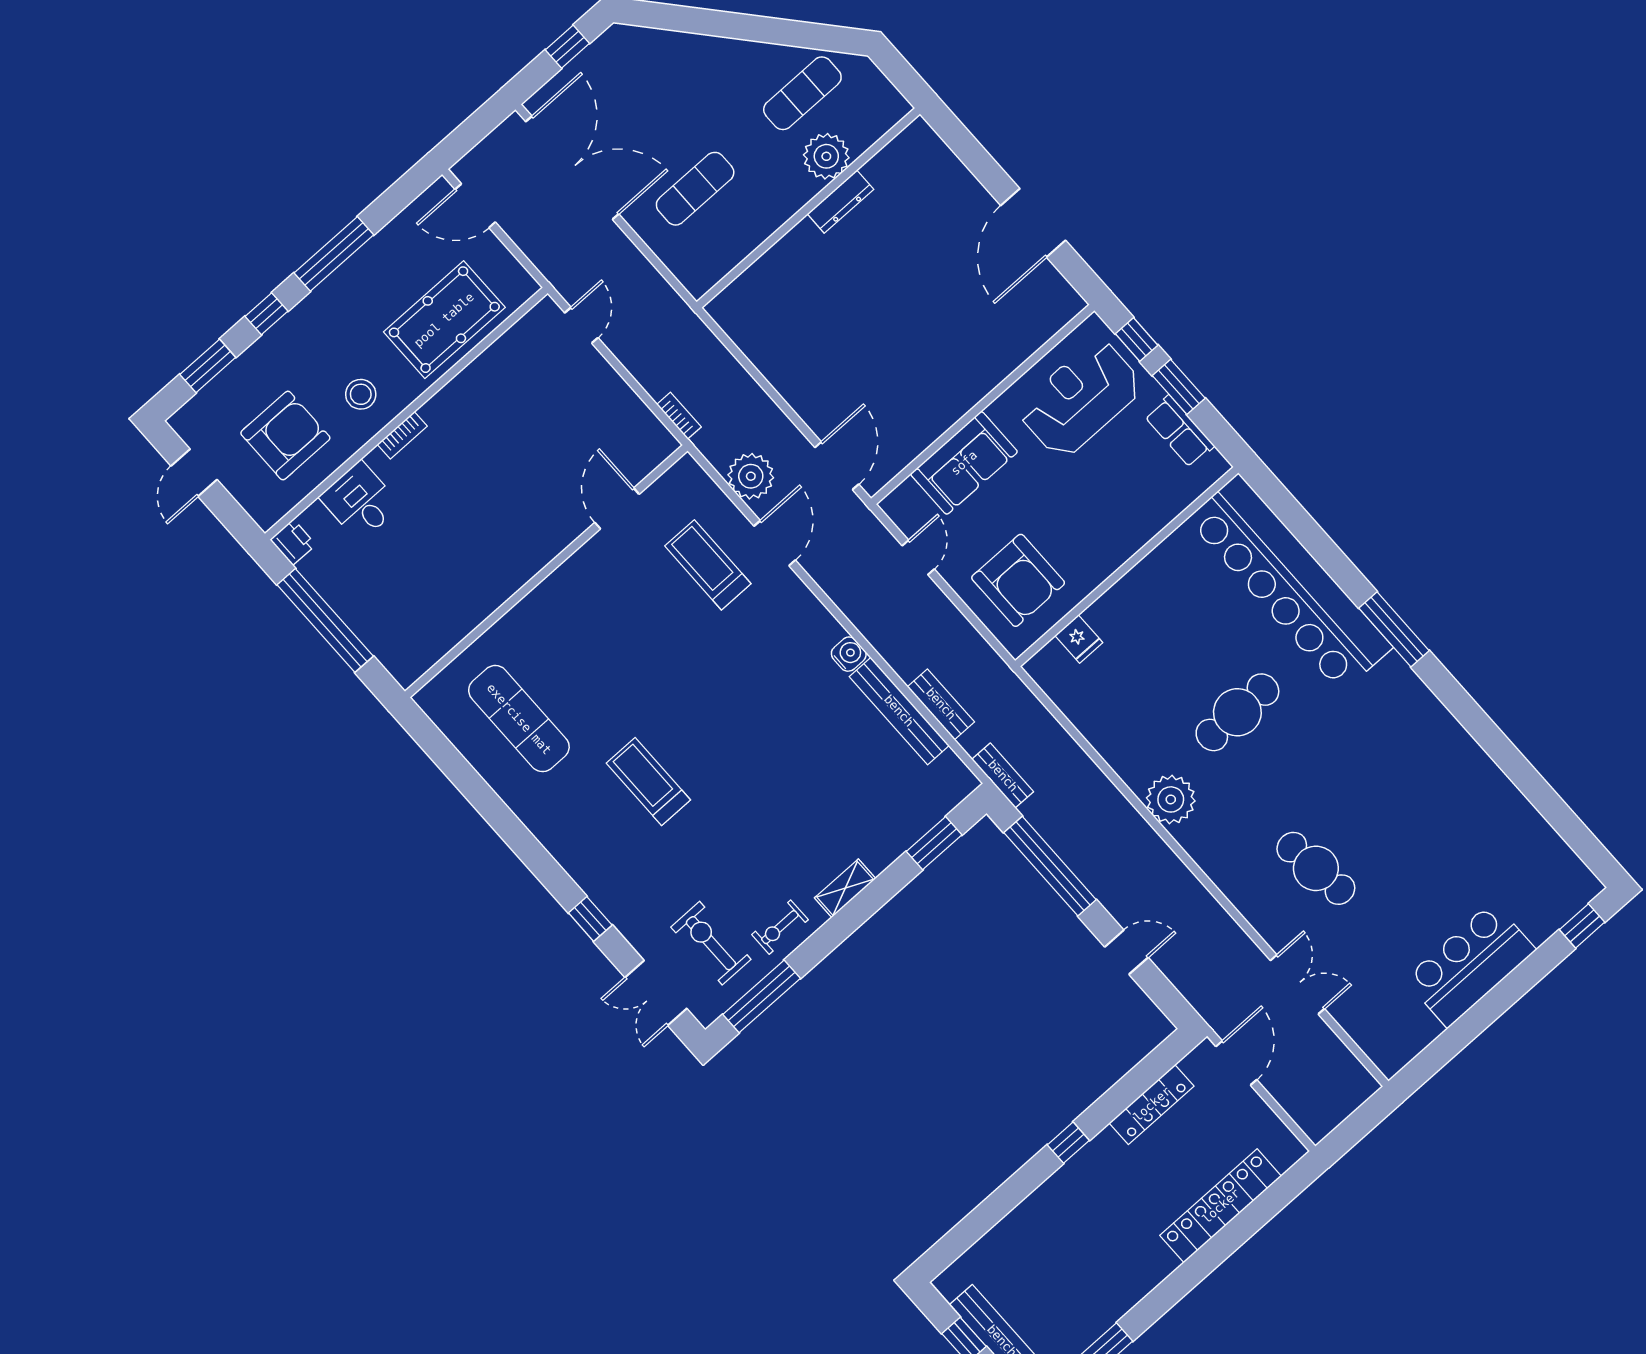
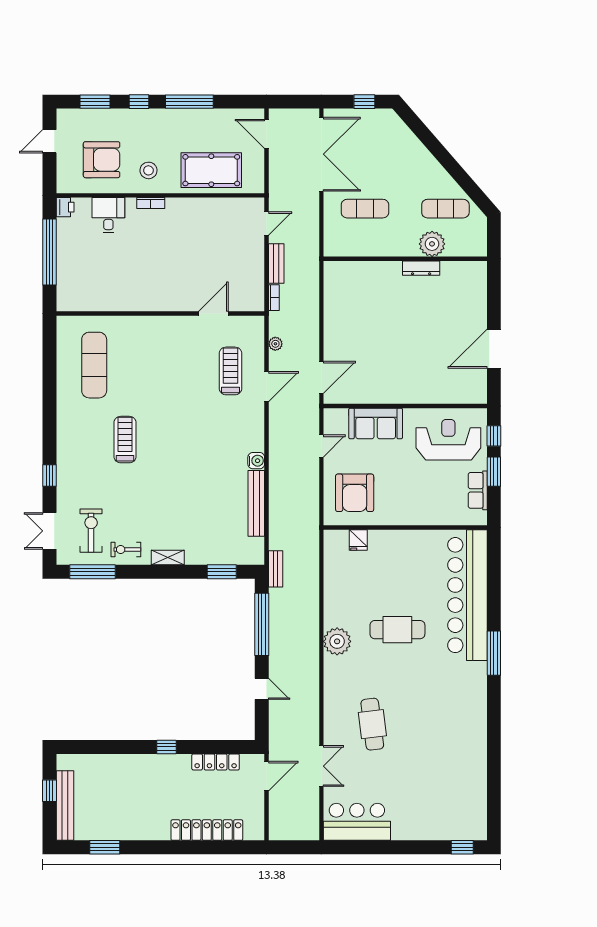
plant: (751, 476) -> (275, 344), width x0.53, depth x0.53
bench: (941, 704) -> (276, 263), moved
bar counter: (1470, 965) -> (357, 822), moved

